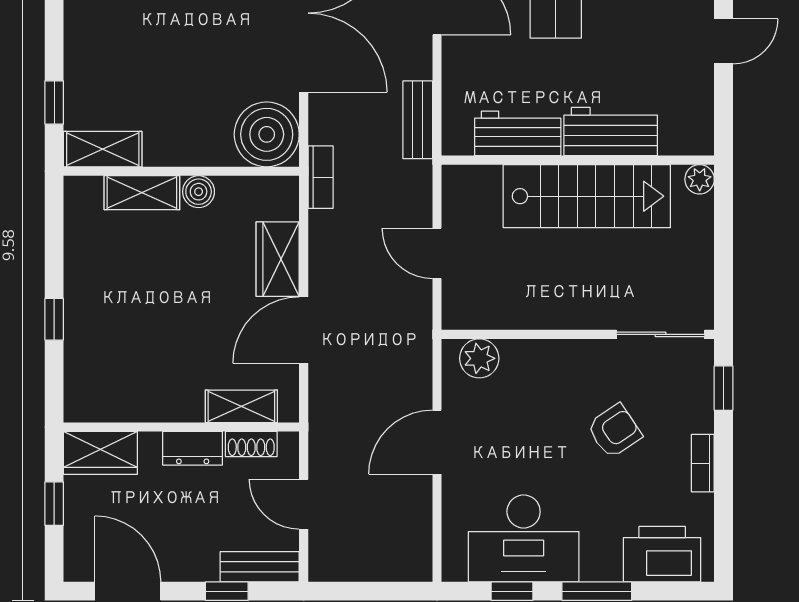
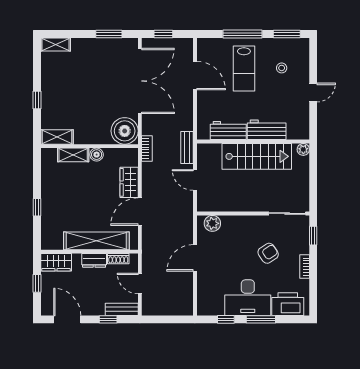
window: (54, 102) -> (37, 100), moved
bench: (418, 120) -> (187, 147), moved
shelving: (241, 406) -> (96, 241), width x2.20, depth x1.33
desk: (524, 538) -> (248, 298), moved

